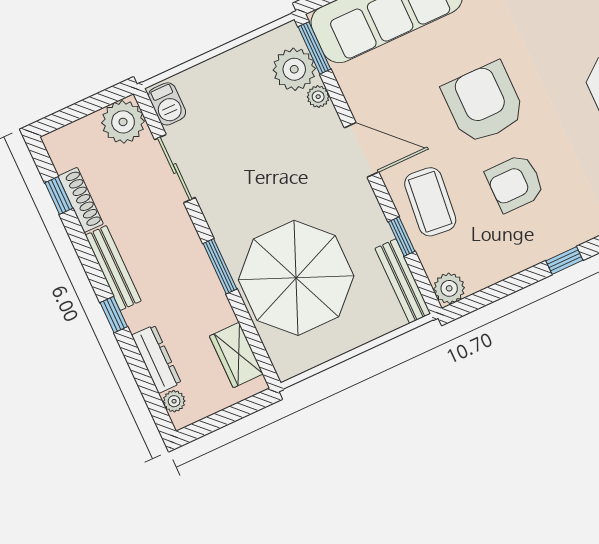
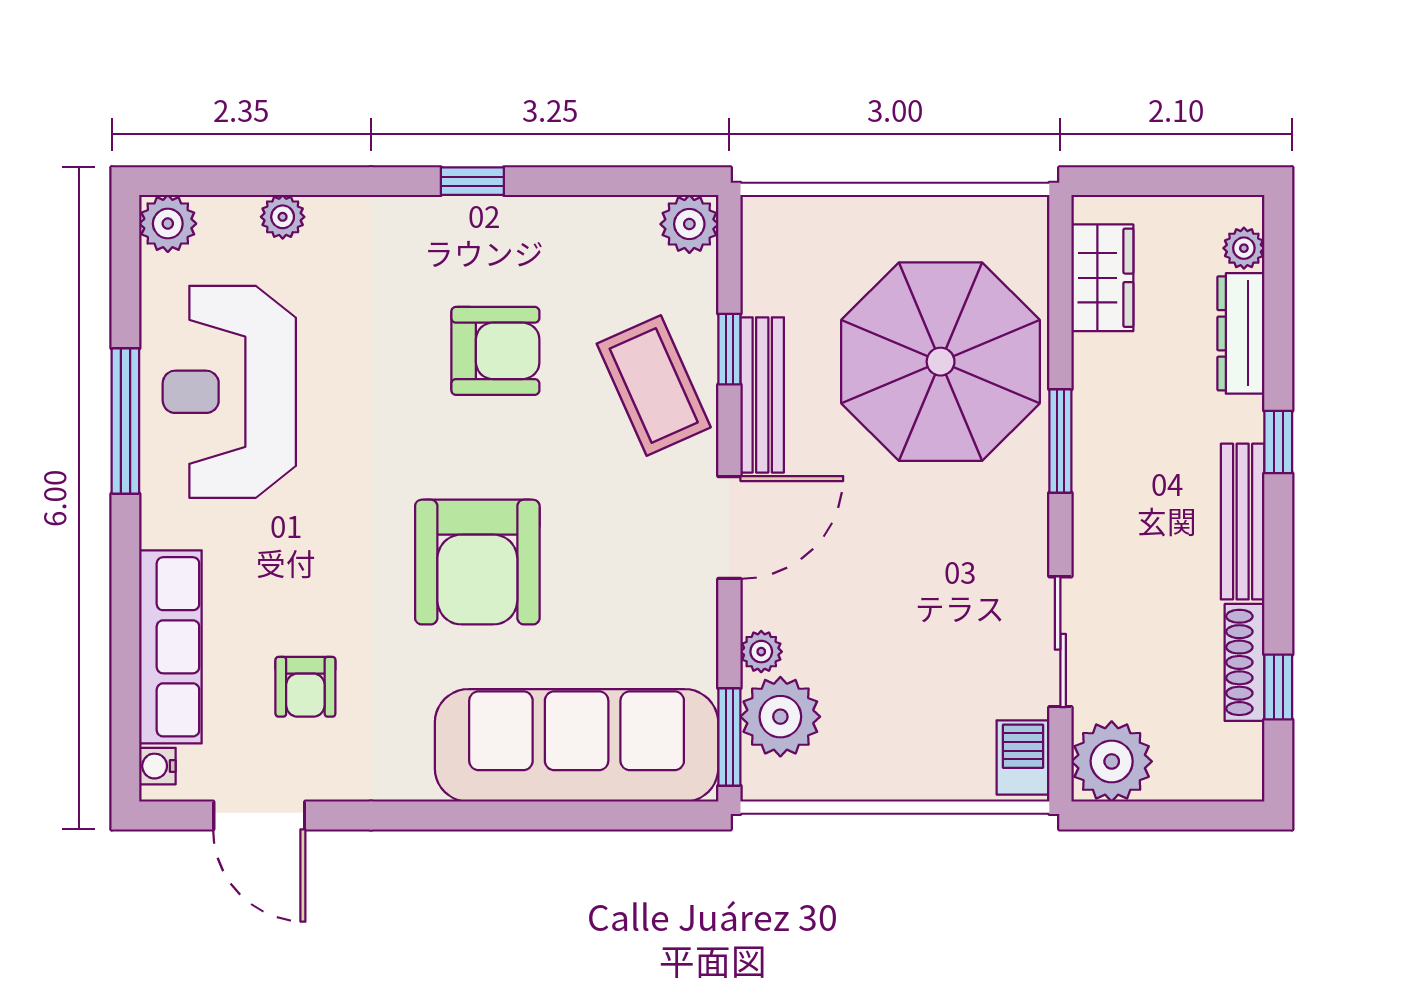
armchair: (484, 103) -> (477, 562), moved
door: (361, 150) -> (729, 527), swing flipped
coffee table: (430, 202) -> (654, 386), turned -30
bench: (403, 281) -> (762, 395), moved

